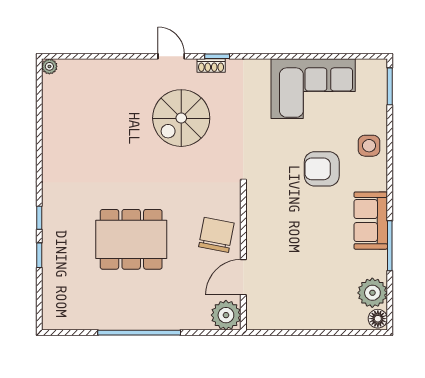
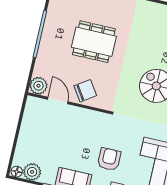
chair: (216, 235) -> (85, 91), turned -45
dining table: (131, 239) -> (94, 42), turned 90

